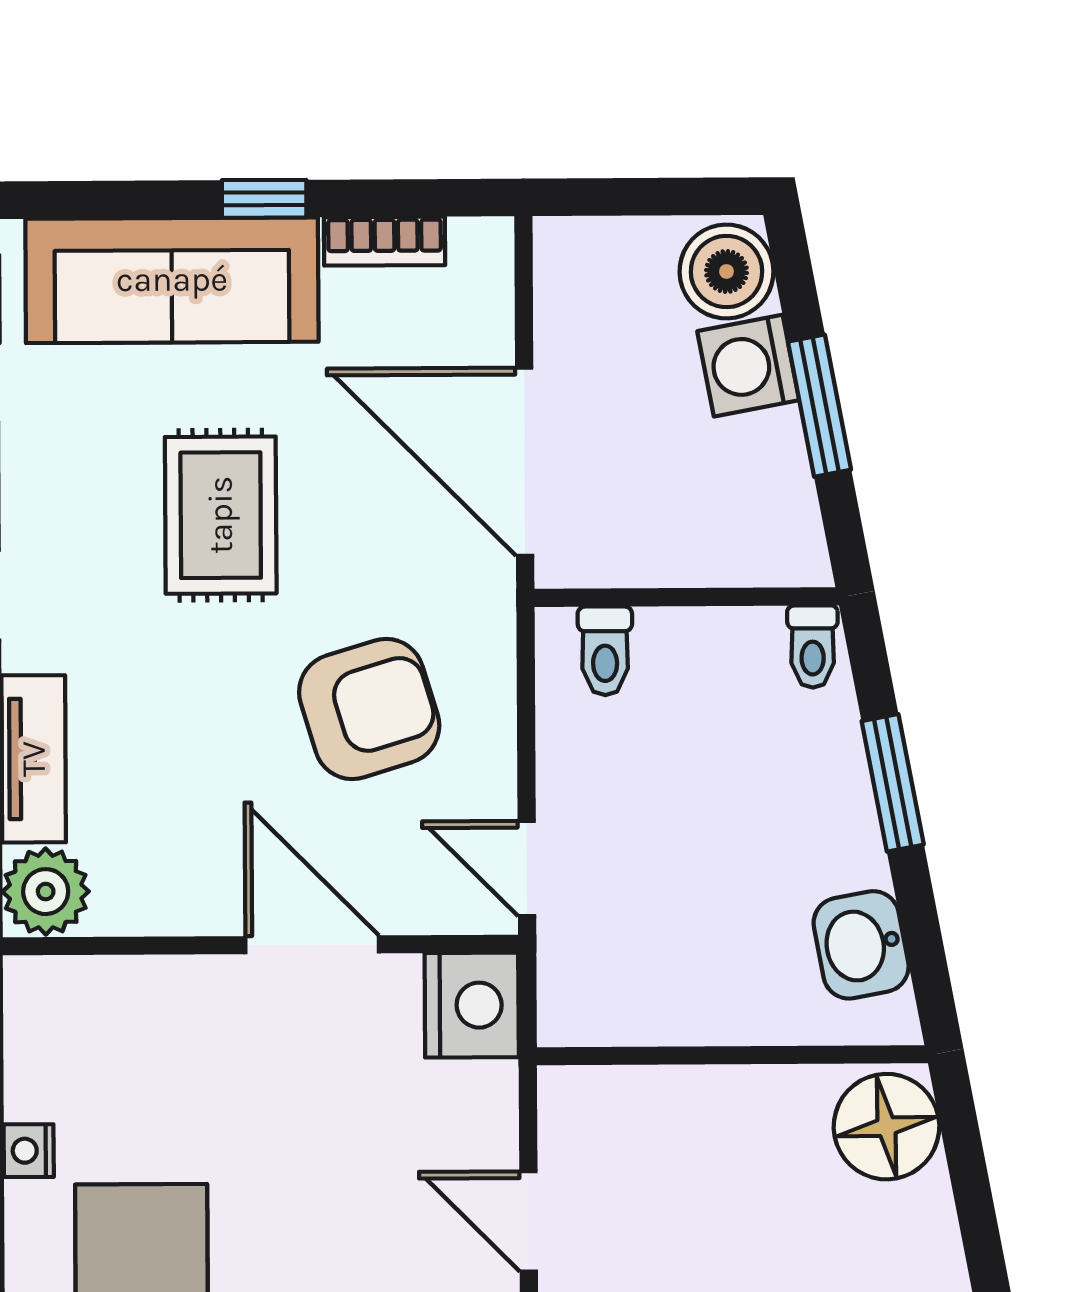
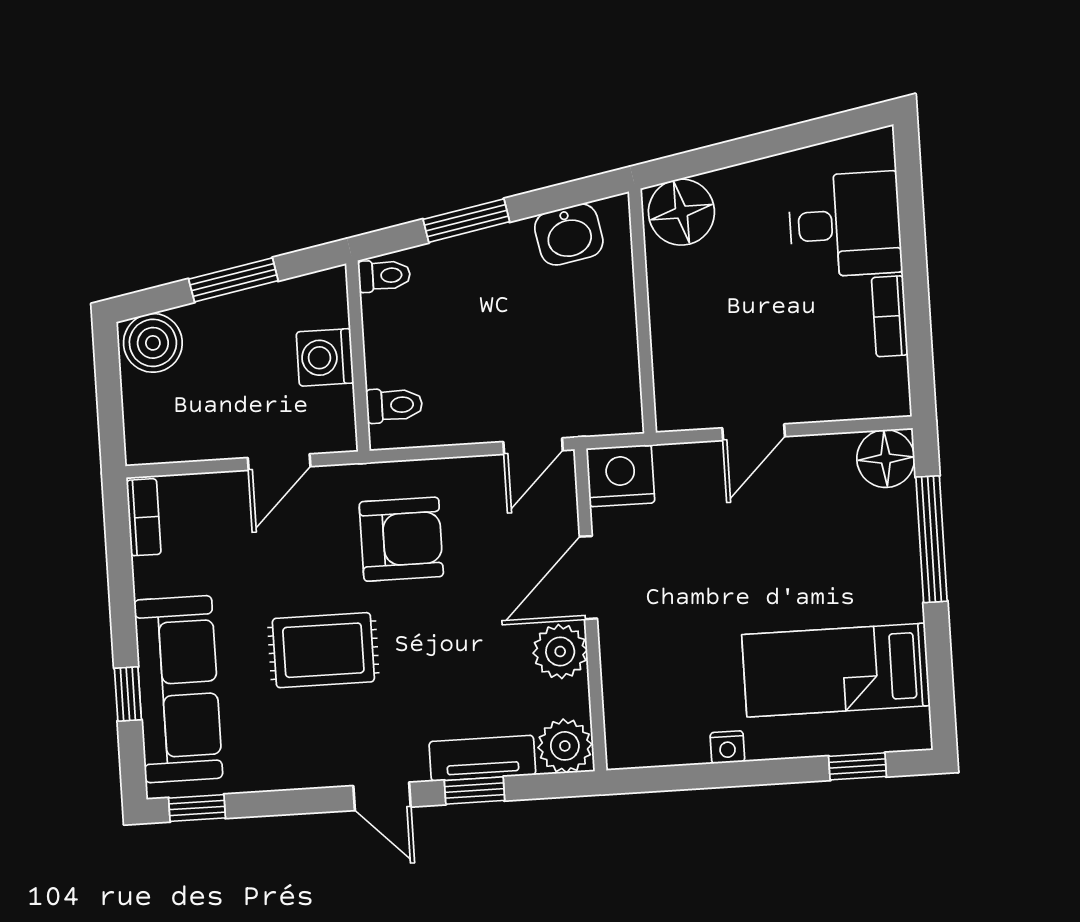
window: (264, 199) -> (128, 694), moved
bookcase: (385, 241) -> (144, 517), moved
washing machine: (748, 366) -> (325, 357), moved, turned 101
door: (525, 462) -> (279, 462), width x0.53
armchair: (369, 709) -> (401, 539), moved, turned 107
plant: (197, 893) -> (560, 651), added

